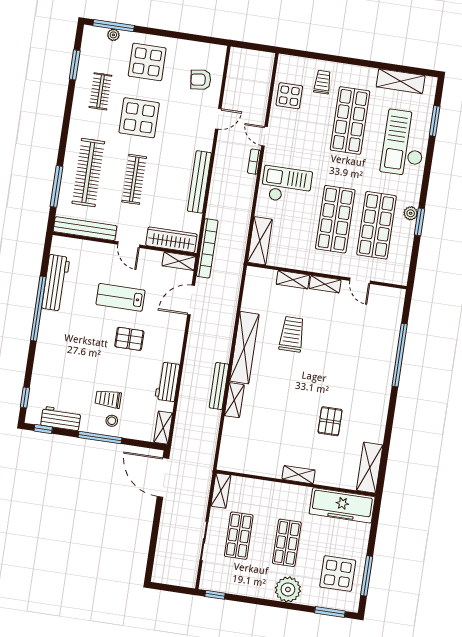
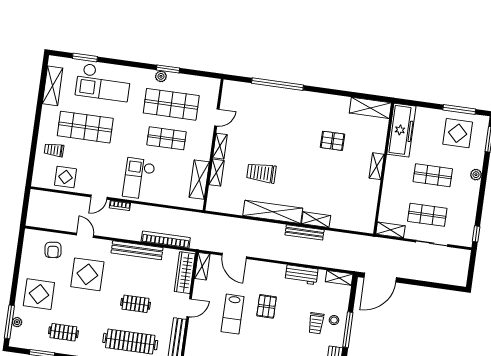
display table: (139, 118) -> (87, 274), moved
clothes rail: (134, 179) -> (136, 304), width x0.73
shop shelf: (335, 219) -> (166, 138), width x0.70, depth x0.74
shelving: (260, 241) -> (199, 180), moved, turned 90
bookcase: (207, 248) -> (166, 240), moved
plant: (288, 589) -> (476, 175), width x0.53, depth x0.53

